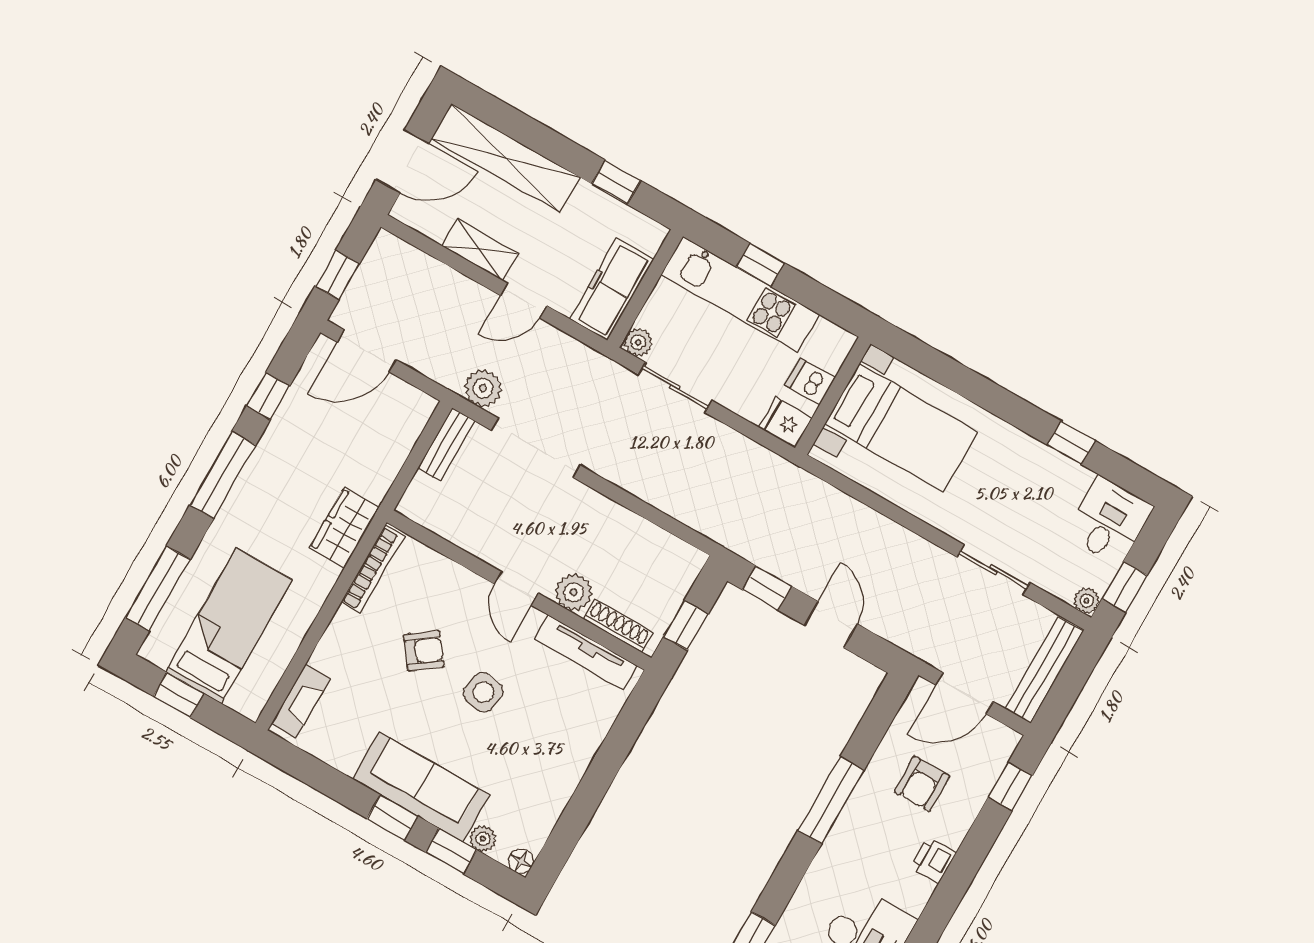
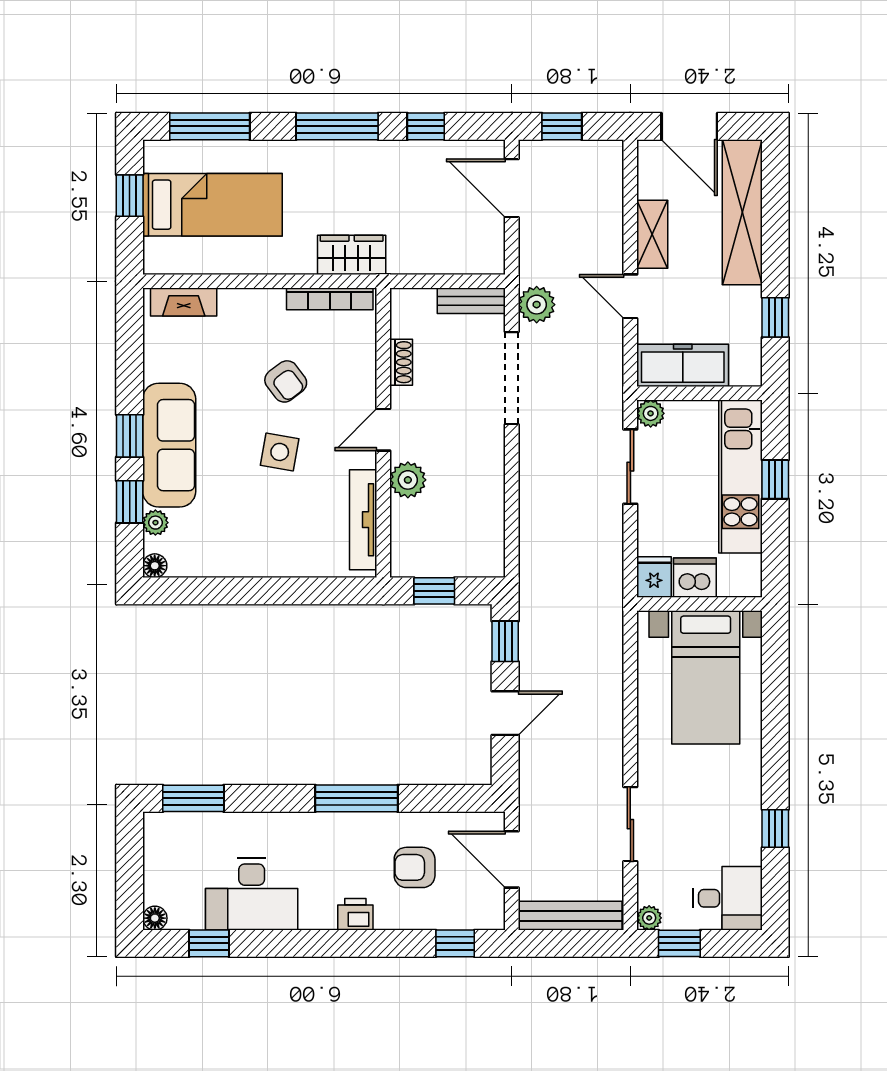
dishwasher: (810, 381) -> (695, 578), width x1.38
shoe rack: (618, 626) -> (401, 362), moved, width x0.70

